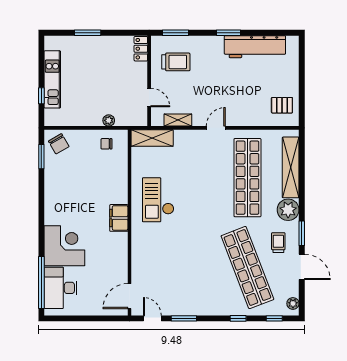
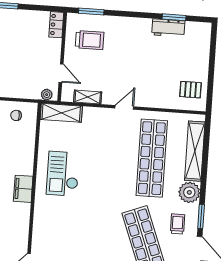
window: (228, 33) -> (174, 17), moved
workbench: (255, 47) -> (168, 28), width x0.53, depth x0.76
plant: (109, 120) -> (47, 95), moved

